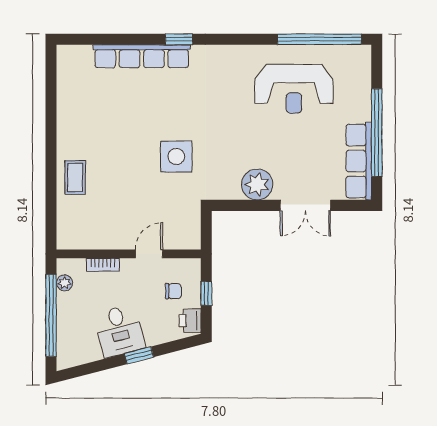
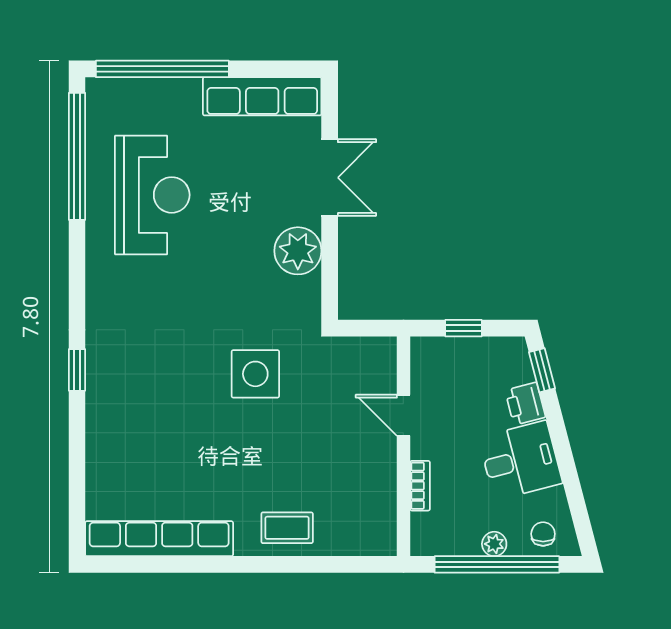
row of seats: (142, 56) -> (159, 539), moved, turned -90
window: (377, 133) -> (162, 69), moved
plant: (64, 283) -> (494, 544), moved
chair: (173, 291) -> (543, 534), moved
printer: (190, 321) -> (525, 404), moved, turned 75
window: (139, 355) -> (542, 370), moved

